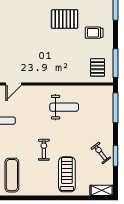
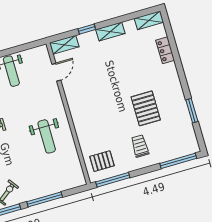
door: (14, 84) -> (56, 72), swing flipped
window: (115, 108) -> (45, 199), moved

